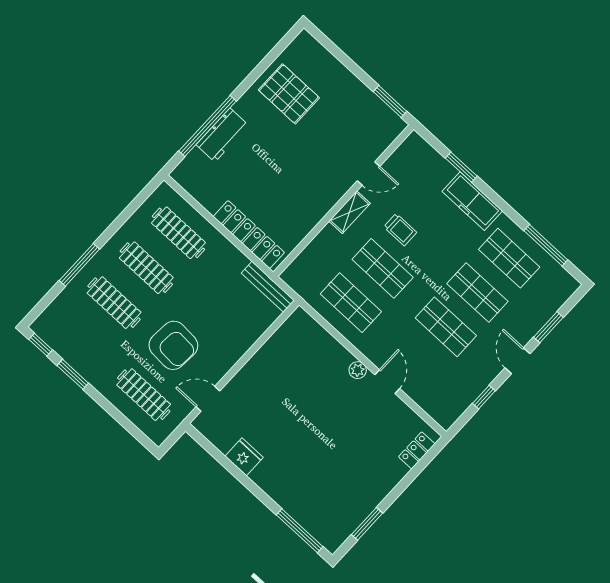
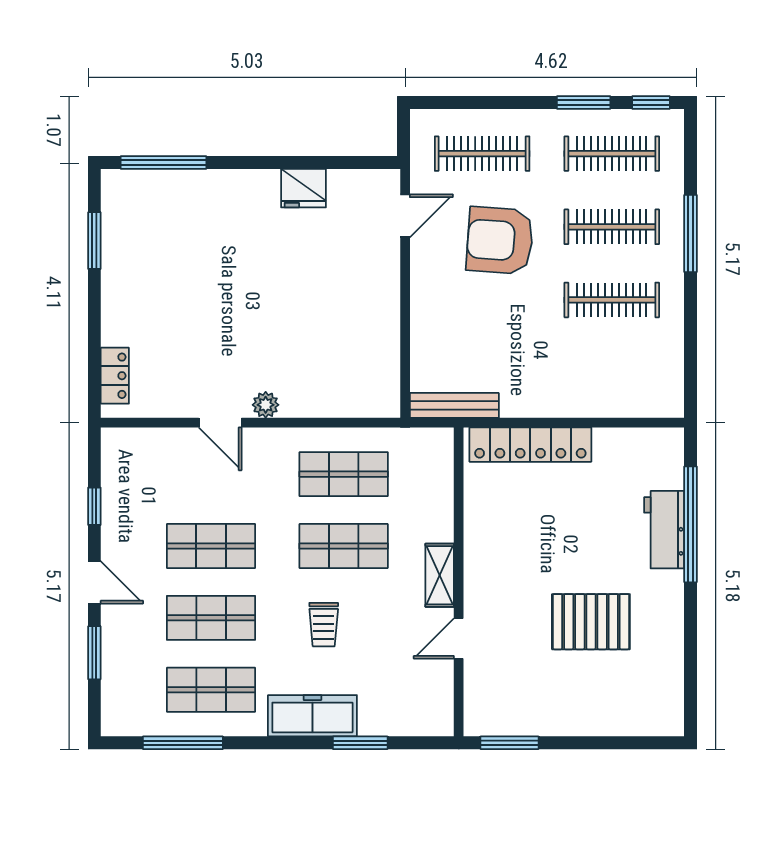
pallet: (289, 94) -> (591, 622), moved
trolley: (400, 230) -> (324, 625), moved, turned -90
clothes rail: (178, 233) -> (612, 154), moved

